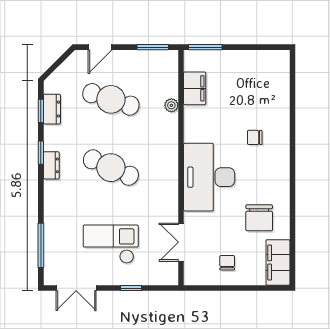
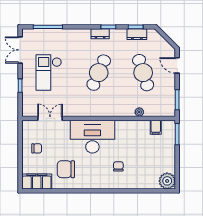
plant: (277, 62) -> (167, 181), added
filing cabinet: (195, 88) -> (156, 127), width x0.50
cafe table: (111, 99) -> (143, 73), turned -36
checkout: (111, 244) -> (49, 72), turned 180

